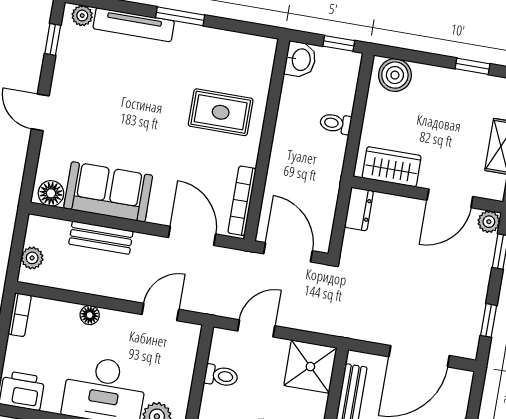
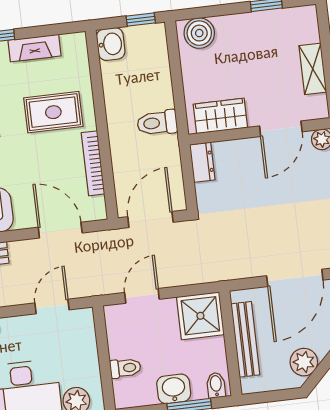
fireplace: (221, 41) -> (35, 48), added
toilet: (336, 123) -> (157, 123), moved, width x1.37, depth x1.39
bookcase: (242, 201) -> (93, 163), moved
door: (288, 252) -> (150, 220), hinge flipped
toilet: (221, 376) -> (125, 368), moved

